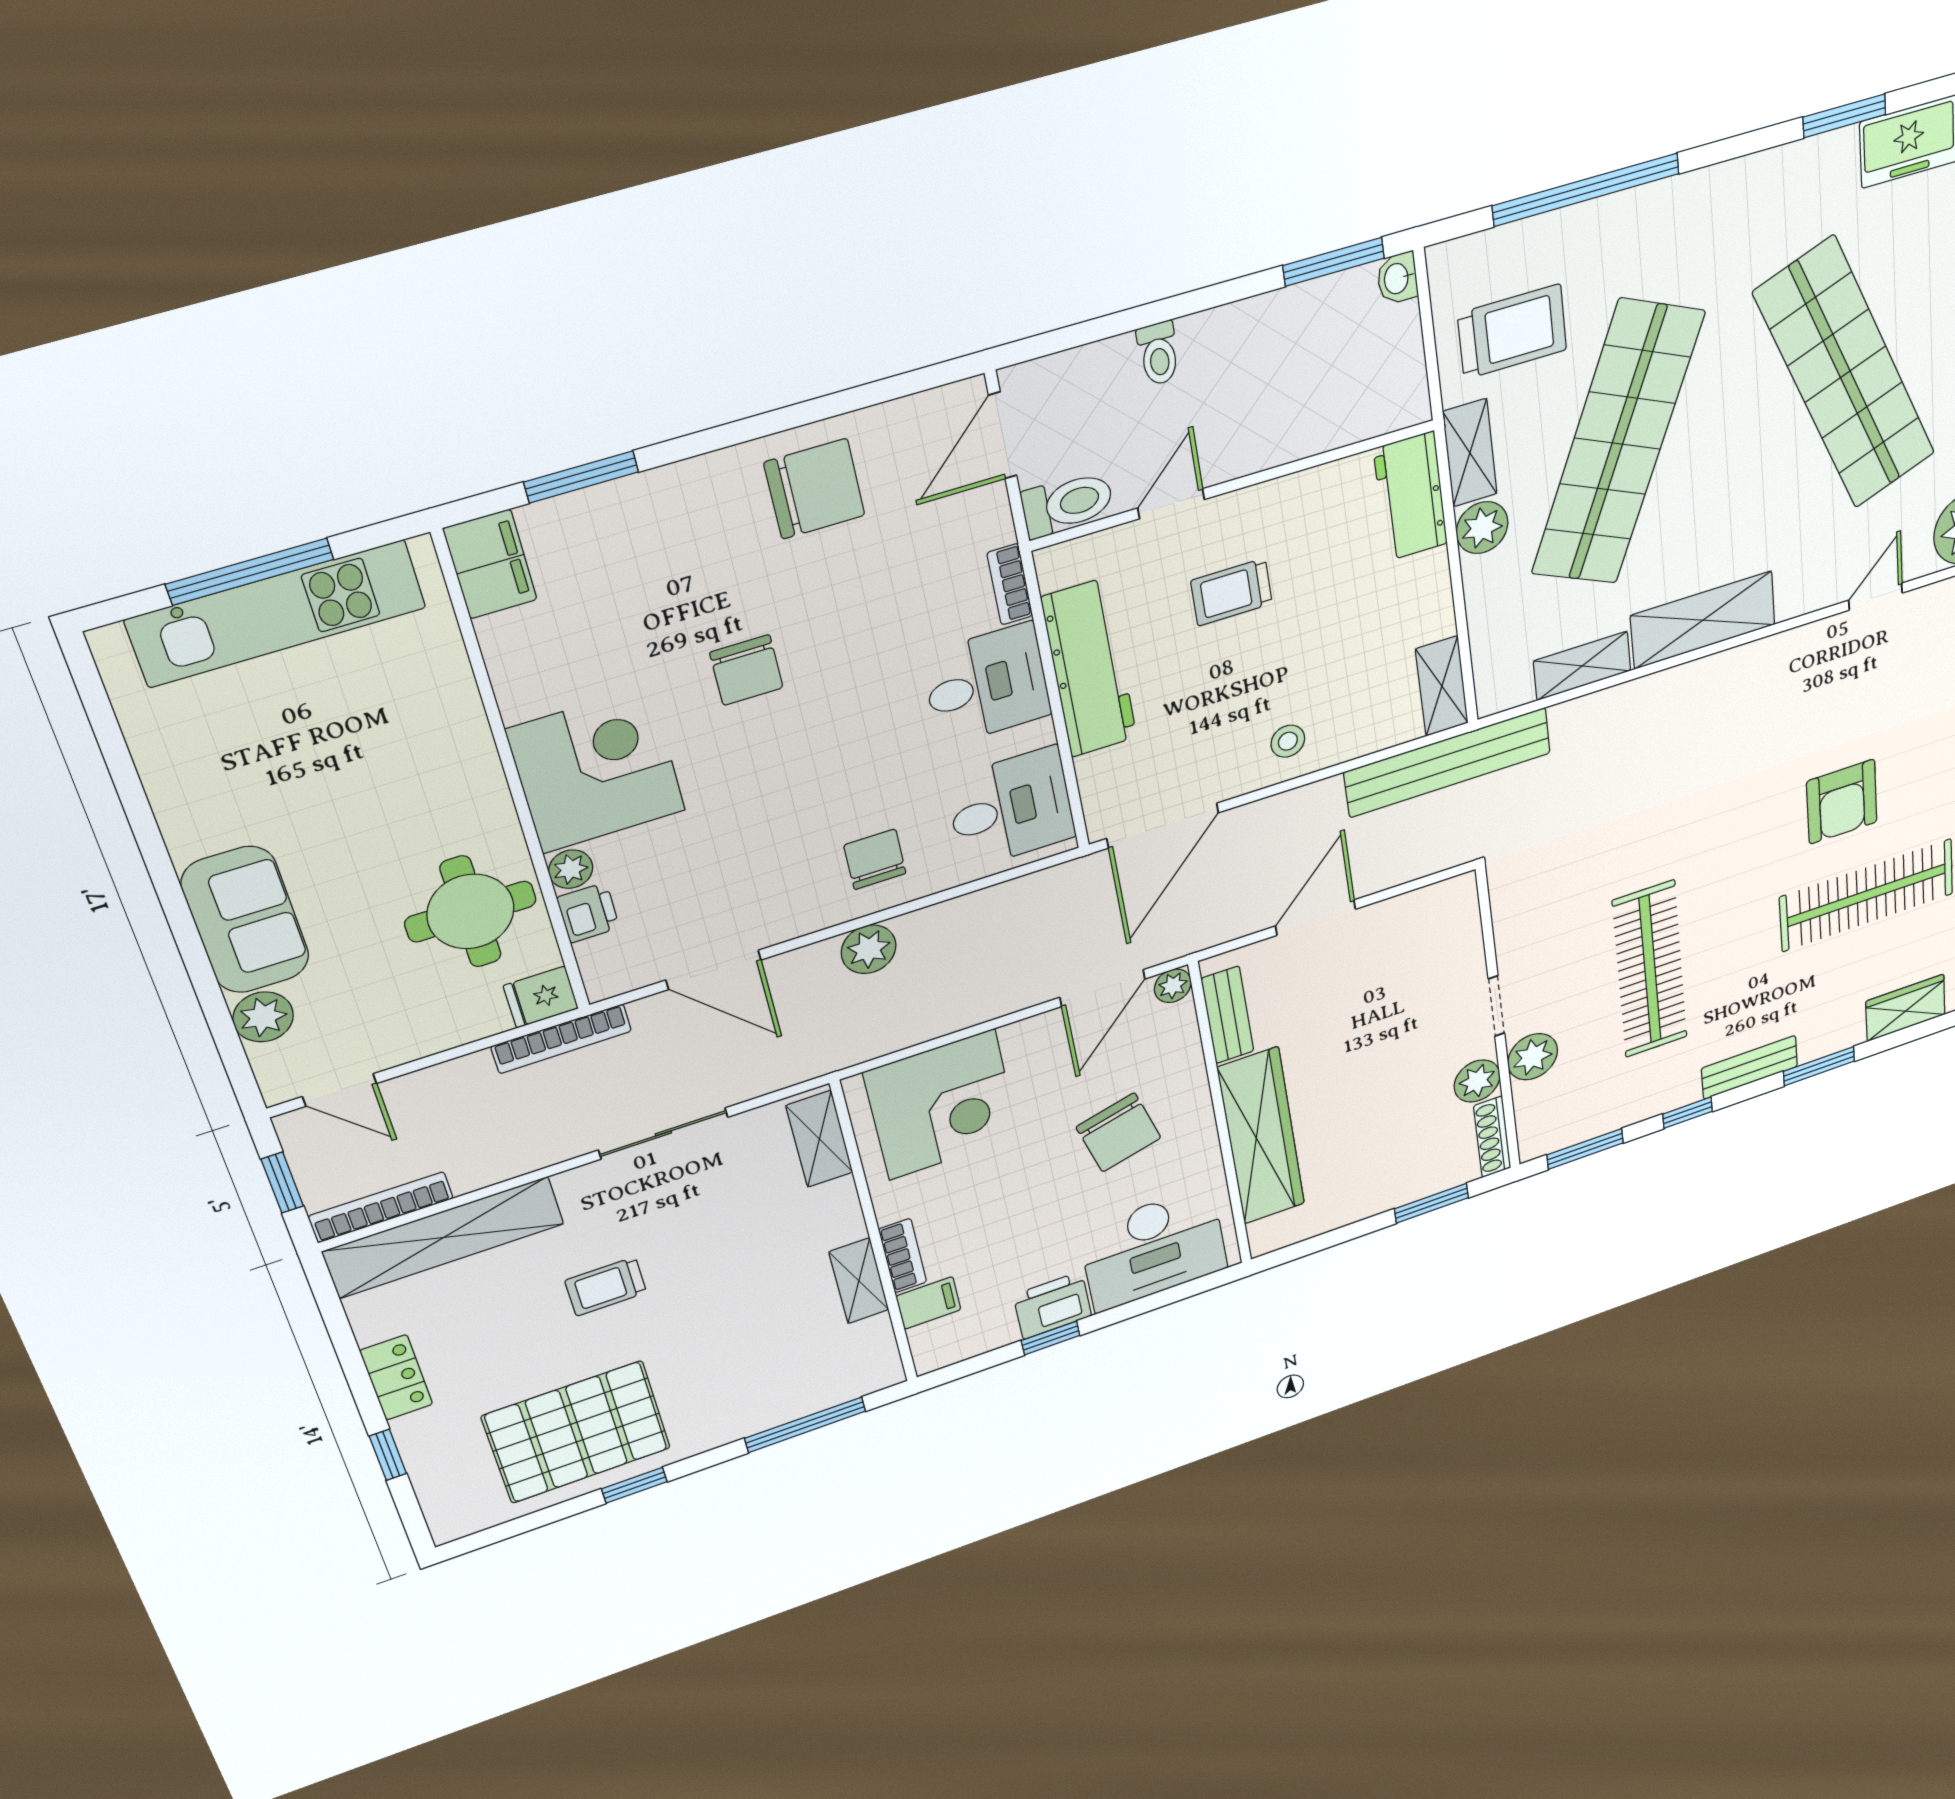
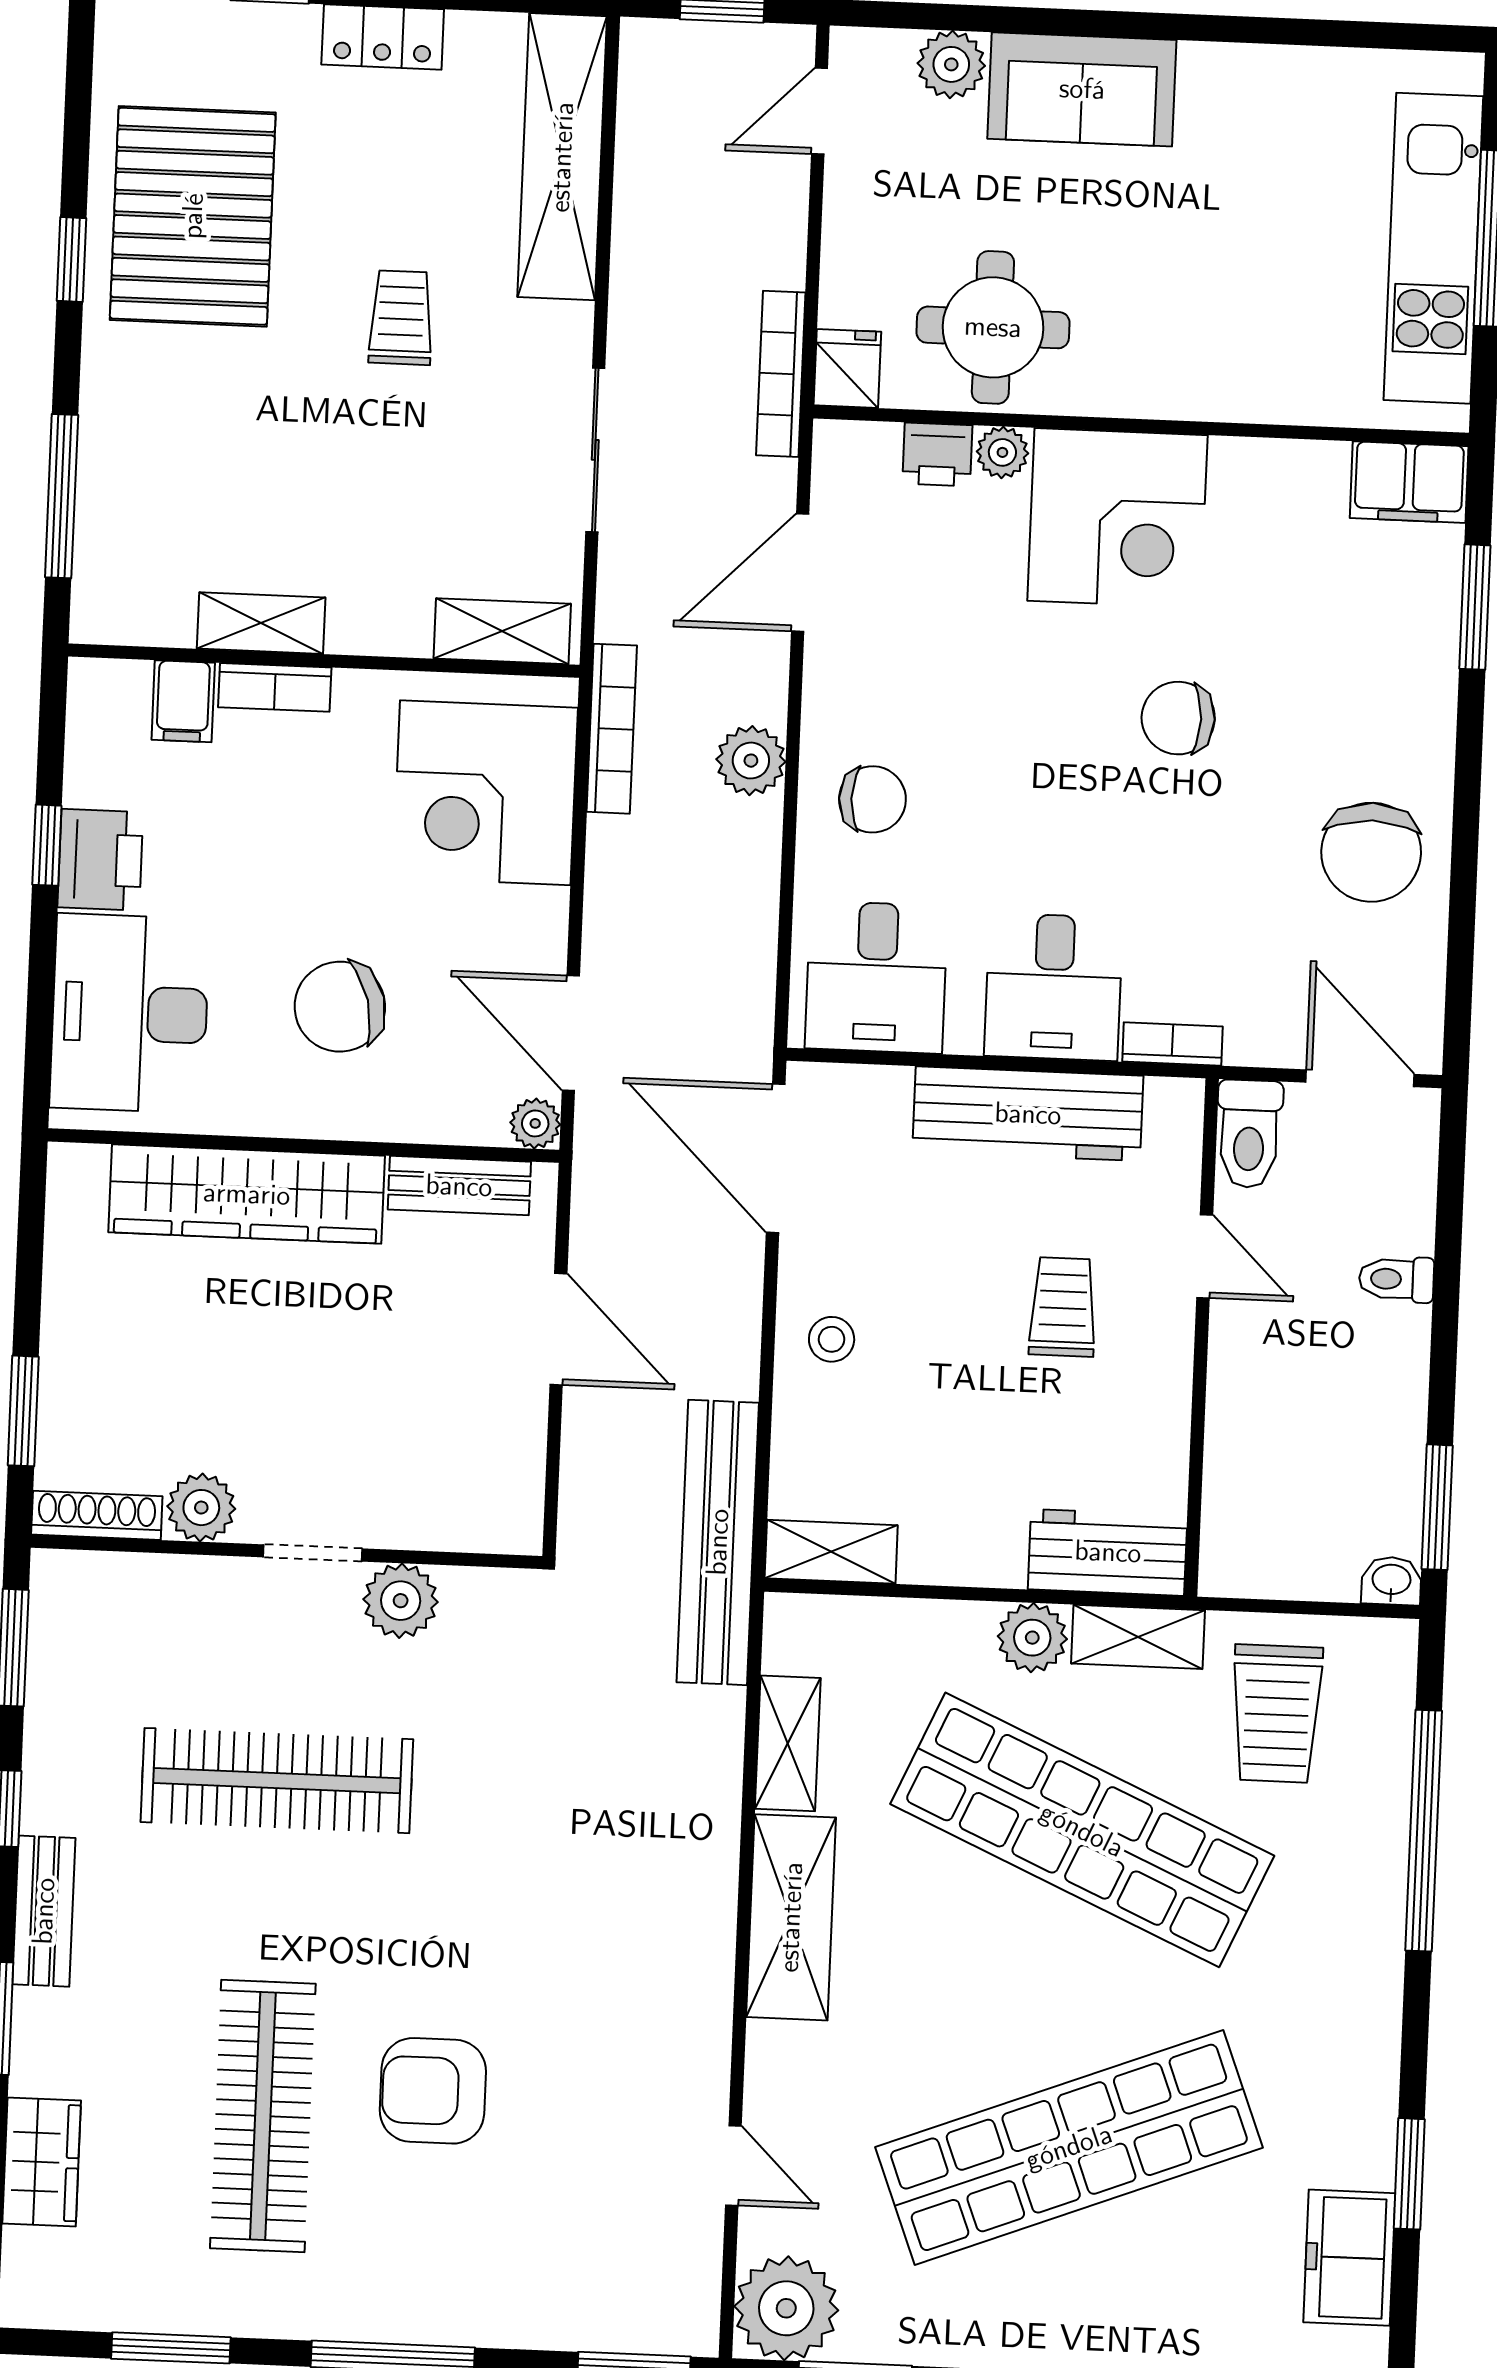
plant: (1533, 1057) -> (401, 1601), moved
bookcase: (381, 1207) -> (612, 729), moved

